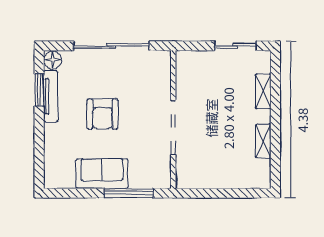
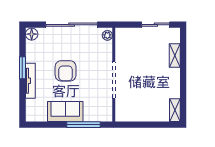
plant: (164, 62) -> (107, 35), added
window: (39, 90) -> (22, 68), moved
tv unit: (51, 96) -> (30, 81), moved
shelving: (263, 141) -> (175, 110), moved

